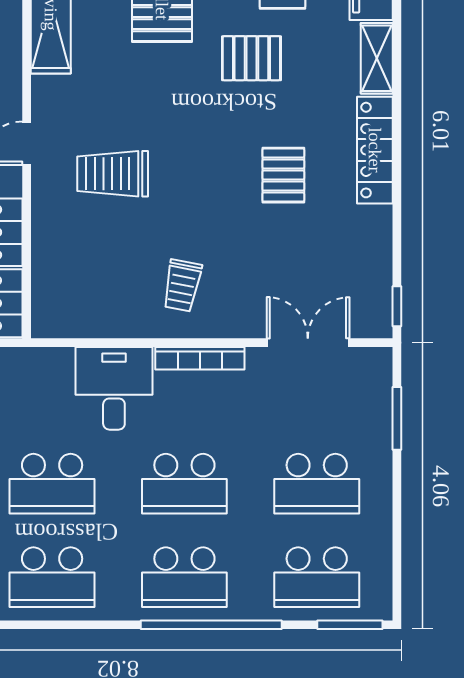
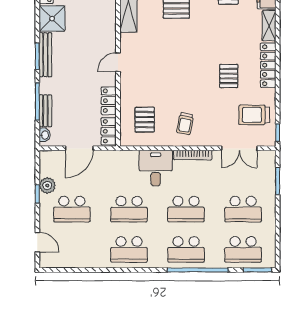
pallet: (251, 58) -> (145, 120), moved, turned 90
trolley: (113, 174) -> (254, 115), moved
double door: (308, 343) -> (239, 148), swing flipped

